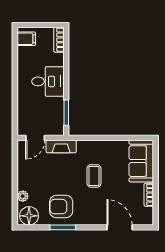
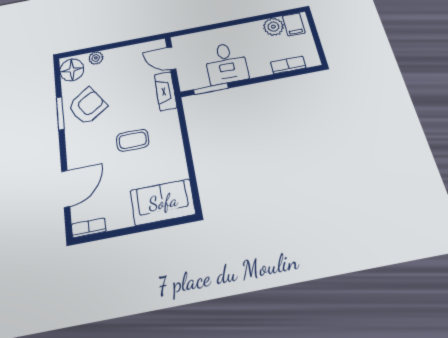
bookcase: (59, 40) -> (288, 65), moved
plant: (25, 55) -> (273, 27), added
desk: (48, 81) -> (226, 63), moved
bookcase: (149, 195) -> (89, 228), moved
armchair: (61, 207) -> (87, 106), turned 56

